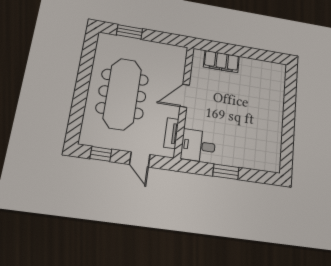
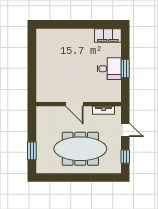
filing cabinet: (221, 62) -> (108, 35), moved, turned 90
desk: (198, 146) -> (109, 69), moved, turned -90
door: (140, 159) -> (125, 130), hinge flipped

